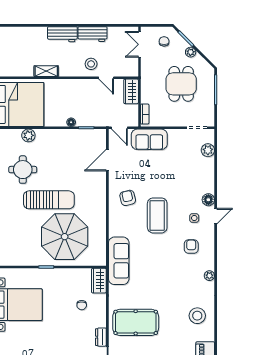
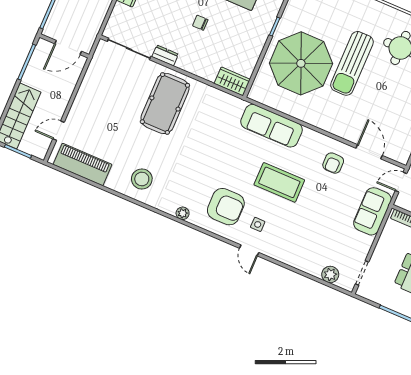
armchair: (128, 198) -> (333, 163), moved, turned 103
floor lamp: (208, 200) -> (272, 250), removed
armchair: (191, 247) -> (226, 207), width x1.88, depth x1.88
sofa: (119, 261) -> (272, 126), moved
chair: (82, 305) -> (200, 23), moved

